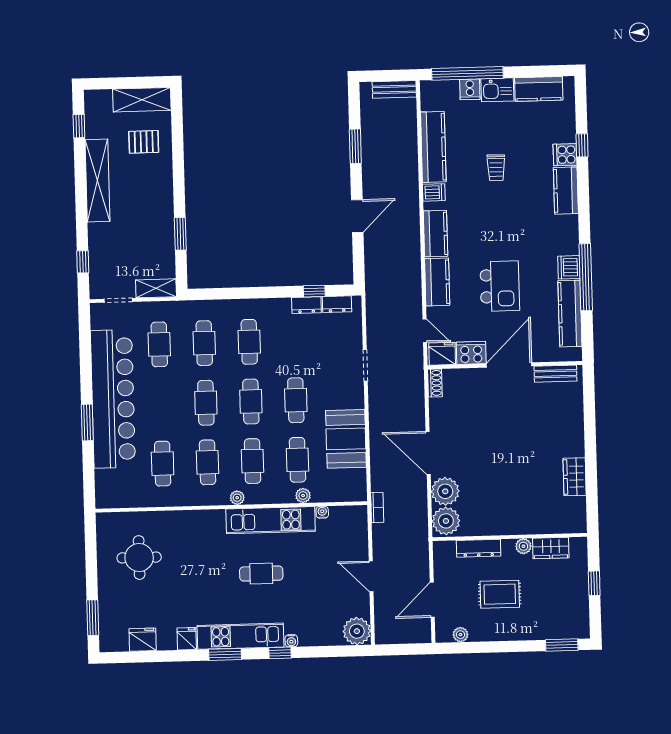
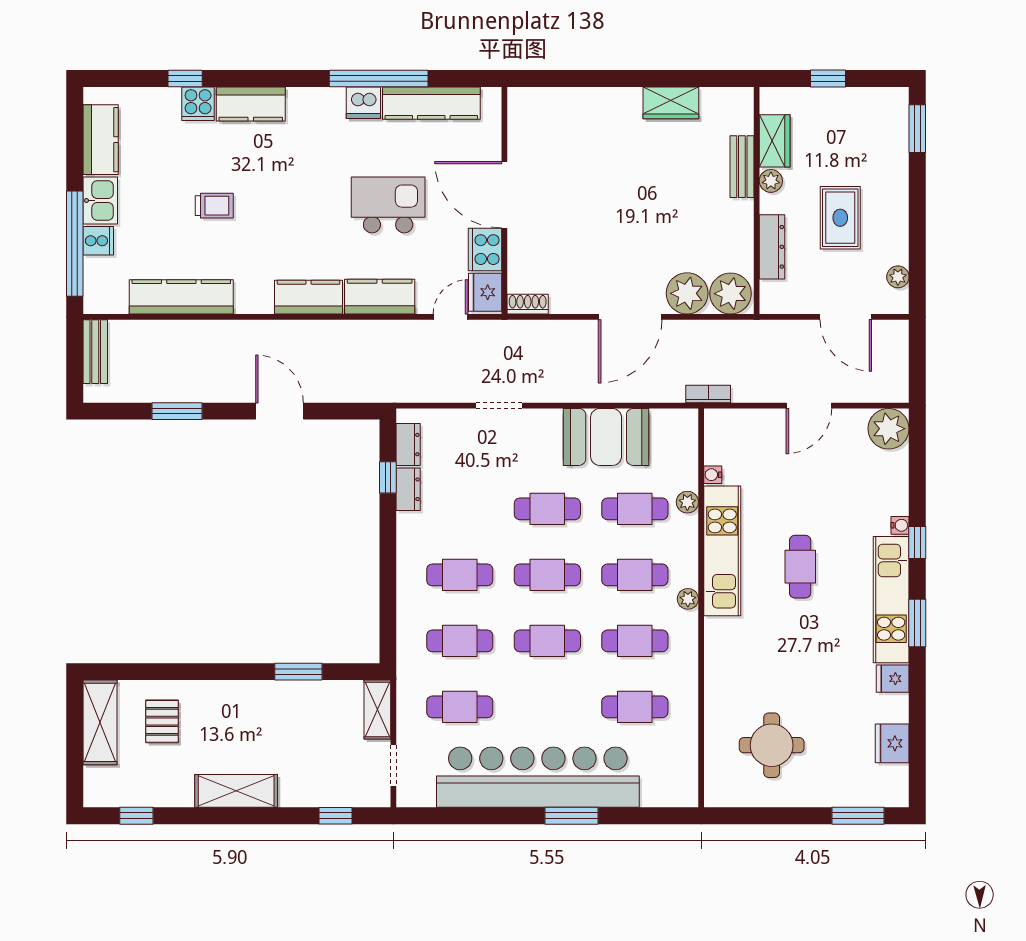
shelving: (97, 181) -> (236, 791), width x0.68
dishwasher: (434, 192) -> (248, 298), removed
bench: (555, 374) -> (742, 167), moved

